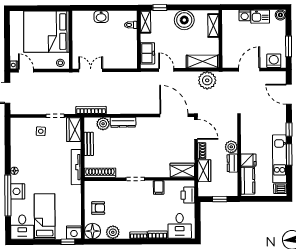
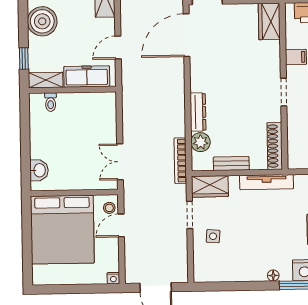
washbasin: (101, 17) -> (39, 170), moved
freezer: (147, 53) -> (87, 76), width x1.40
door: (26, 71) -> (121, 225), moved

